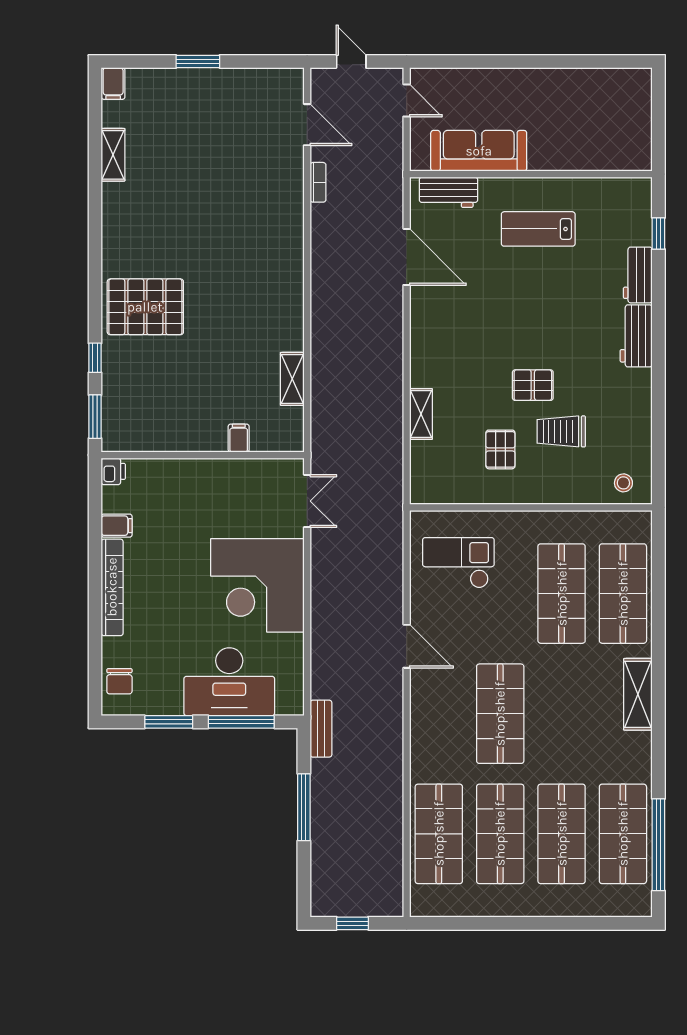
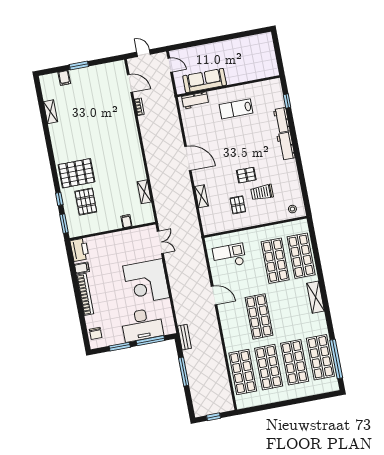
filing cabinet: (113, 84) -> (64, 78), moved
door: (407, 257) -> (188, 158), moved
pallet: (154, 376) -> (86, 202), added
printer: (113, 471) -> (80, 250), width x1.87, depth x1.48

